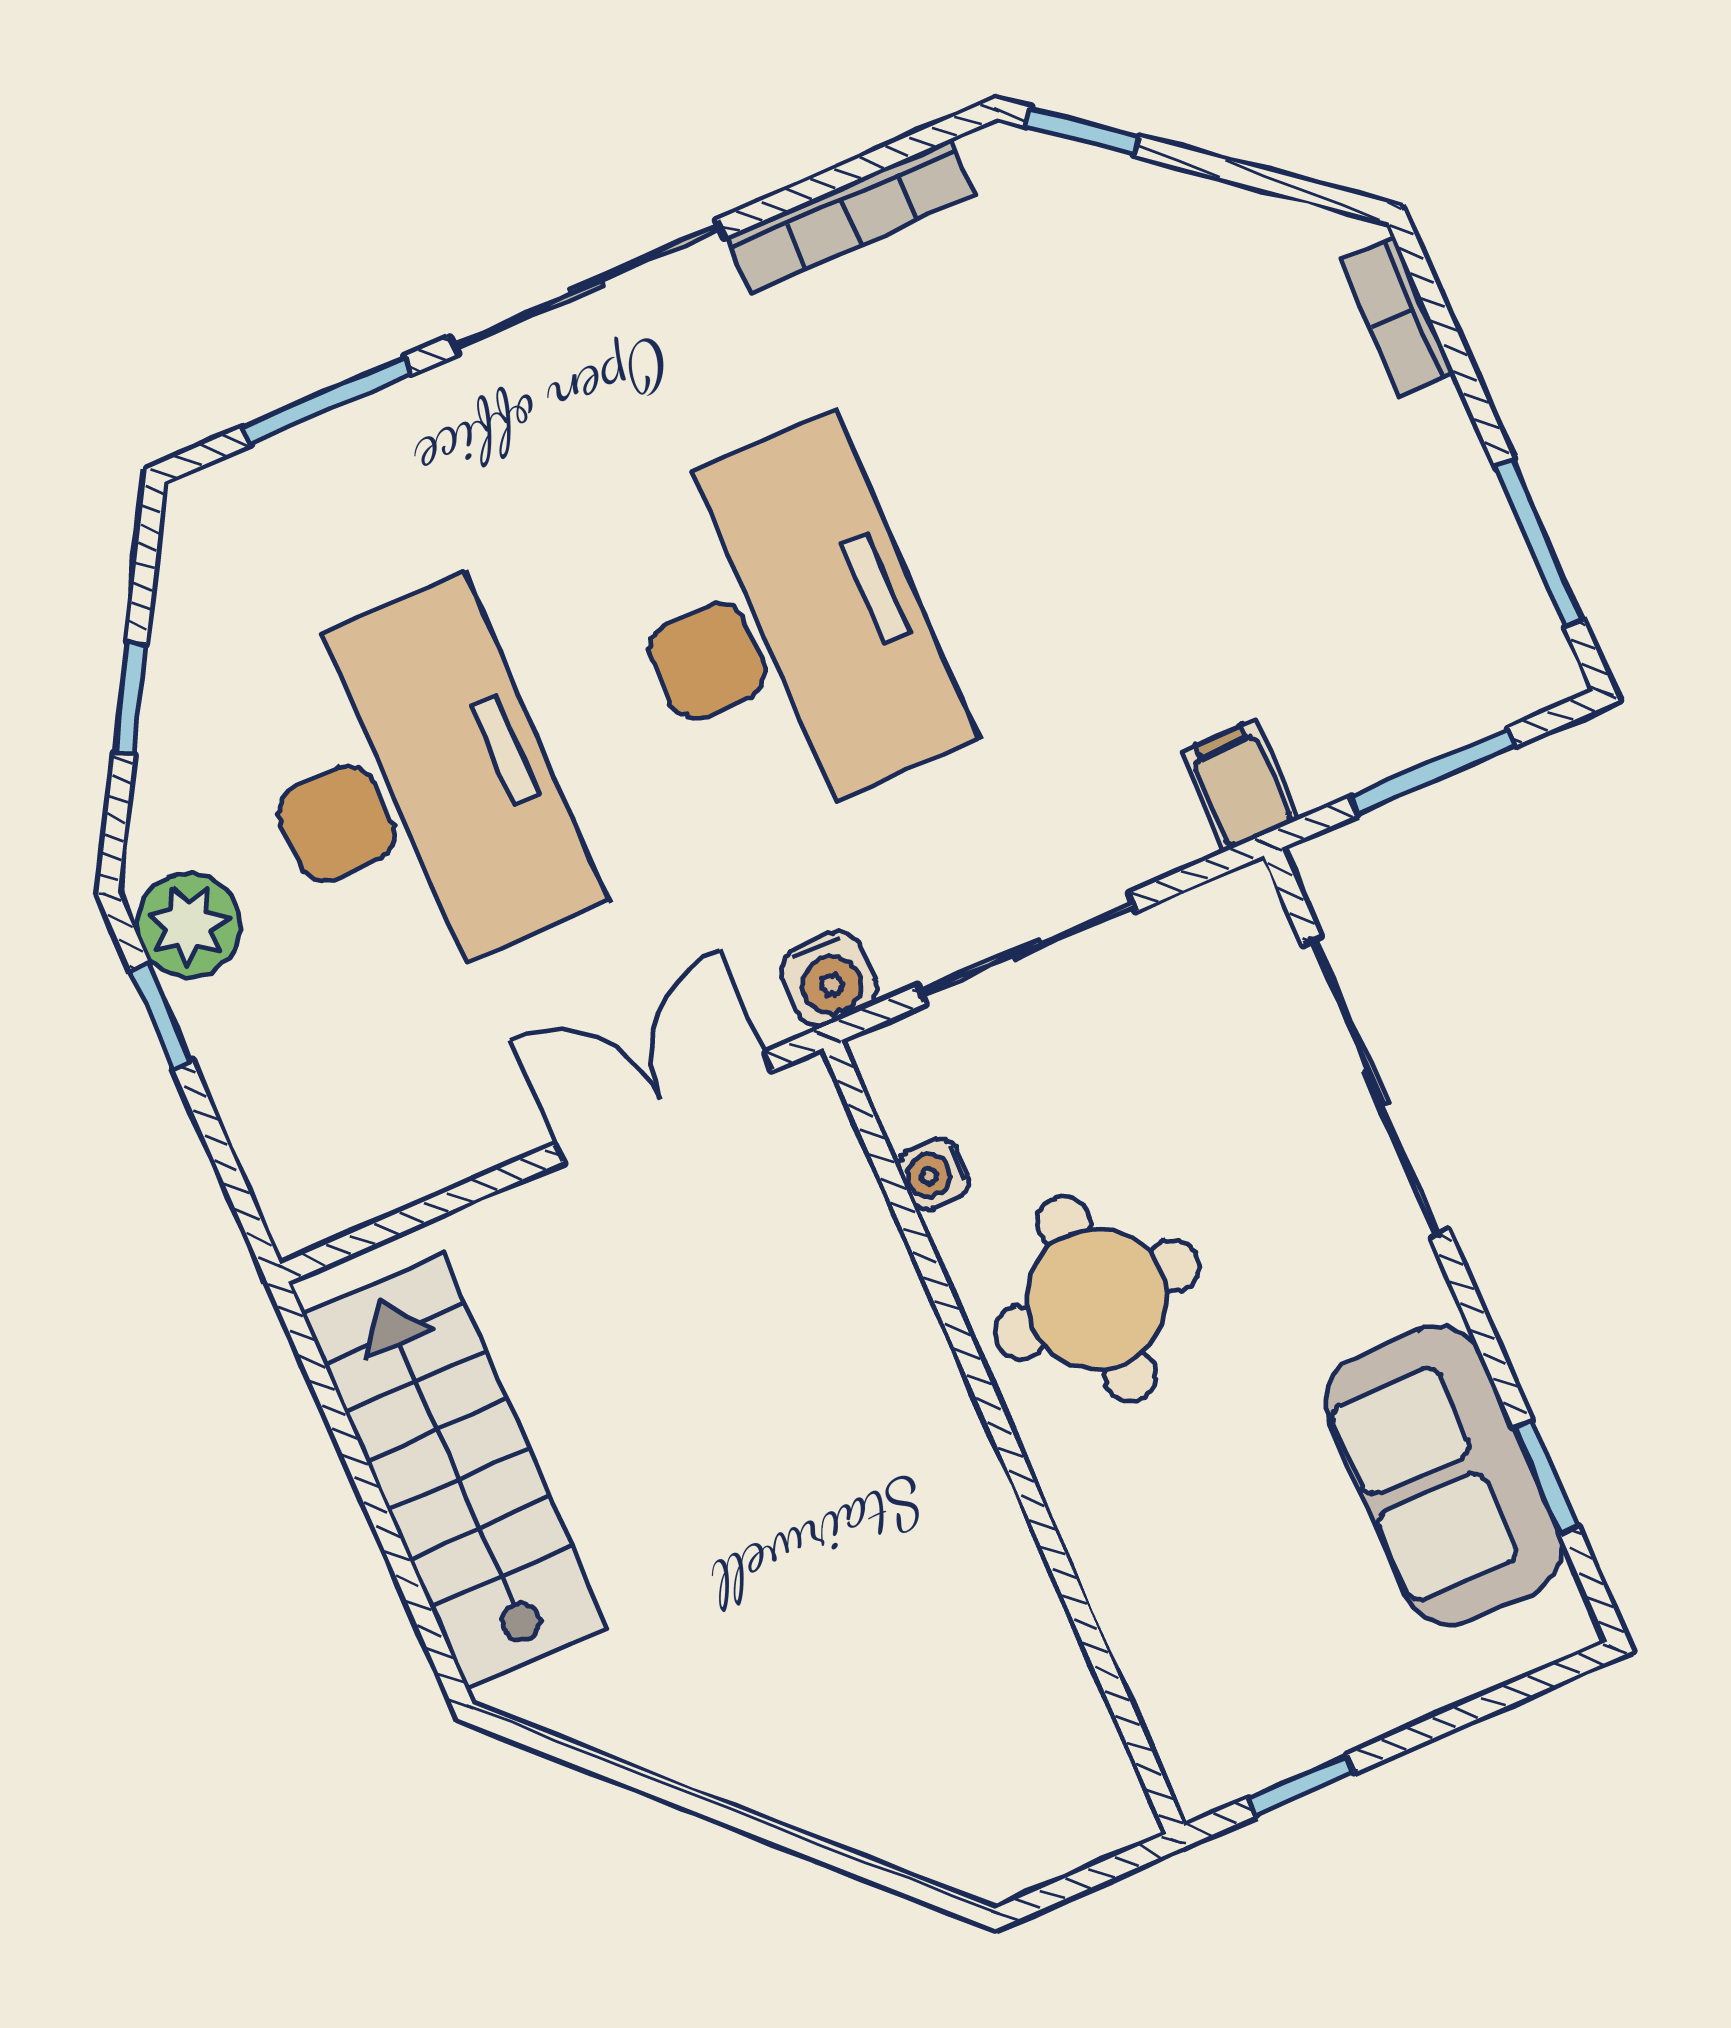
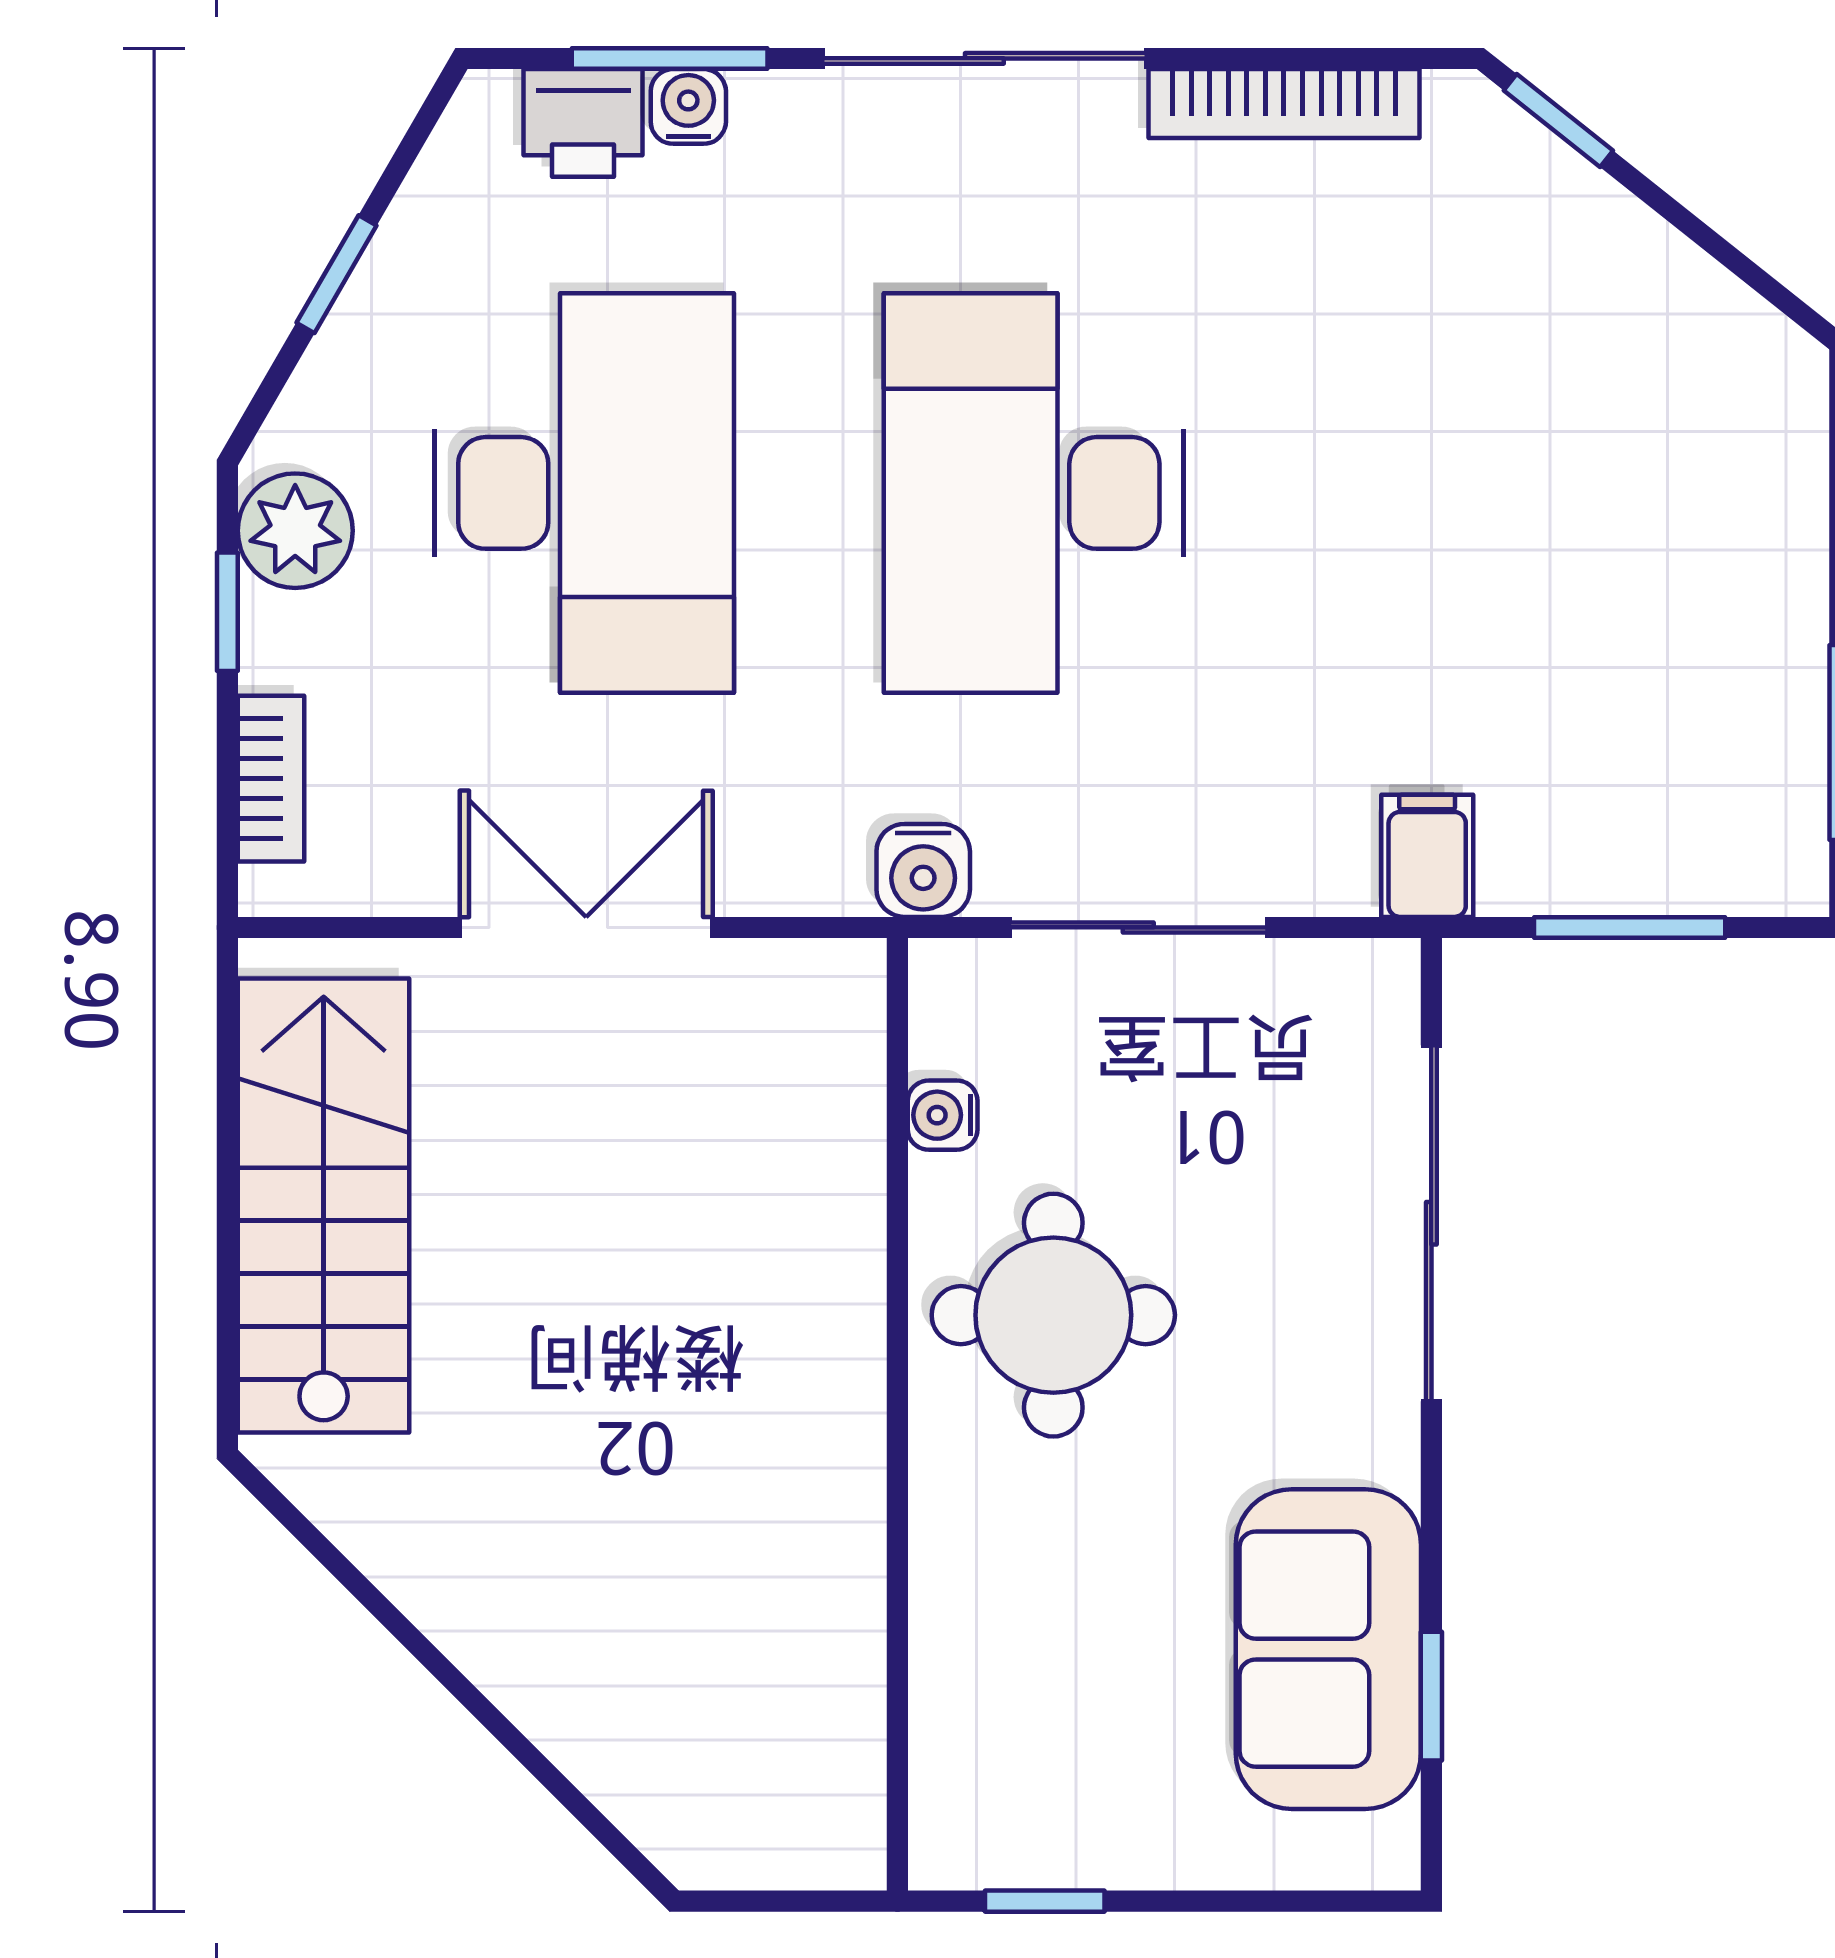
bookcase: (1397, 316) -> (271, 779), moved, turned 180
water cooler: (360, 433) -> (688, 106), added
printer: (279, 485) -> (583, 123), added
desk: (784, 628) -> (1034, 493), turned 180
double door: (664, 1107) -> (586, 927), moved

